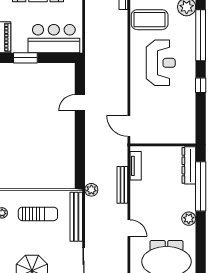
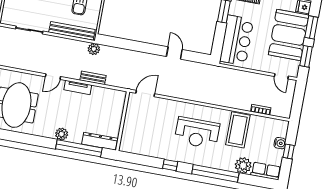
tv unit: (136, 166) -> (78, 87), moved
bench: (122, 185) -> (93, 78), width x0.73
plant: (189, 219) -> (62, 134), moved

